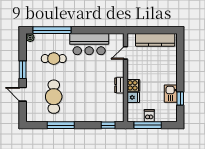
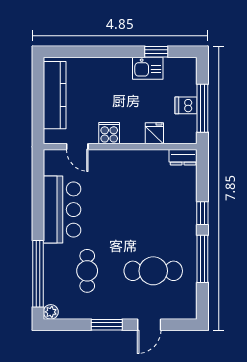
dresser: (119, 85) -> (183, 157), moved
cooker: (133, 85) -> (109, 133), moved
window: (108, 125) -> (202, 213), moved

